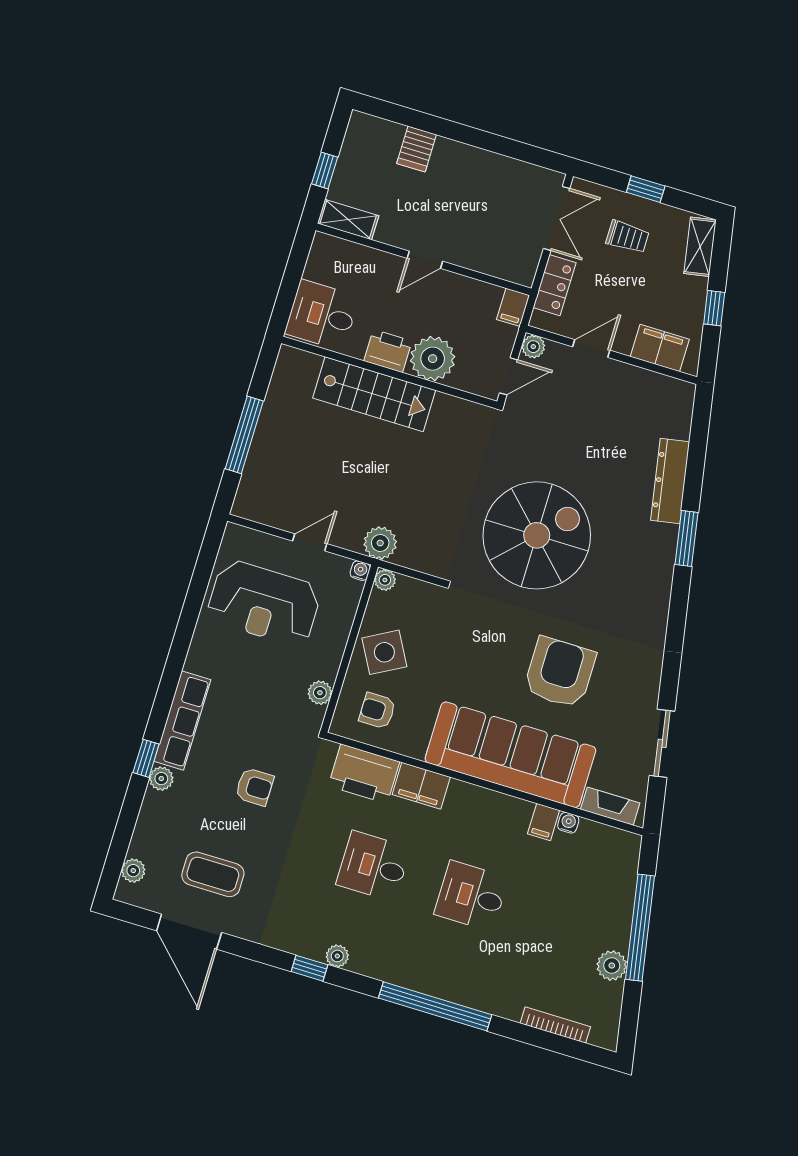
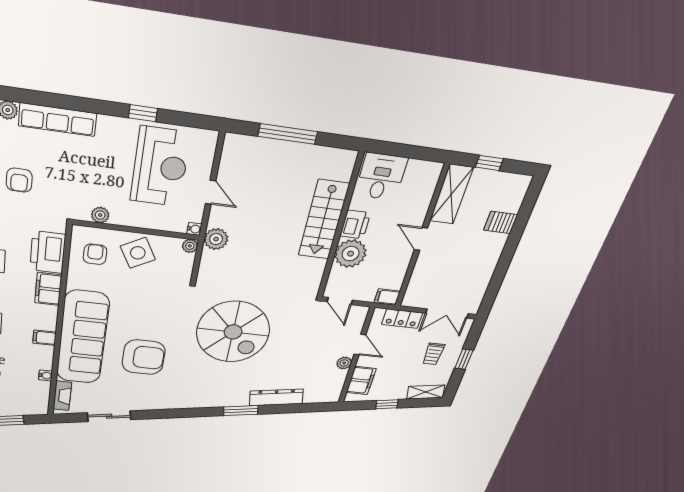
shelving: (348, 220) -> (451, 194), width x1.50, depth x1.33
plant: (533, 347) -> (344, 363), moved
reception desk: (264, 603) -> (160, 167), turned 180
window: (146, 758) -> (143, 113), moved
filing cabinet: (544, 822) -> (45, 338), moved

